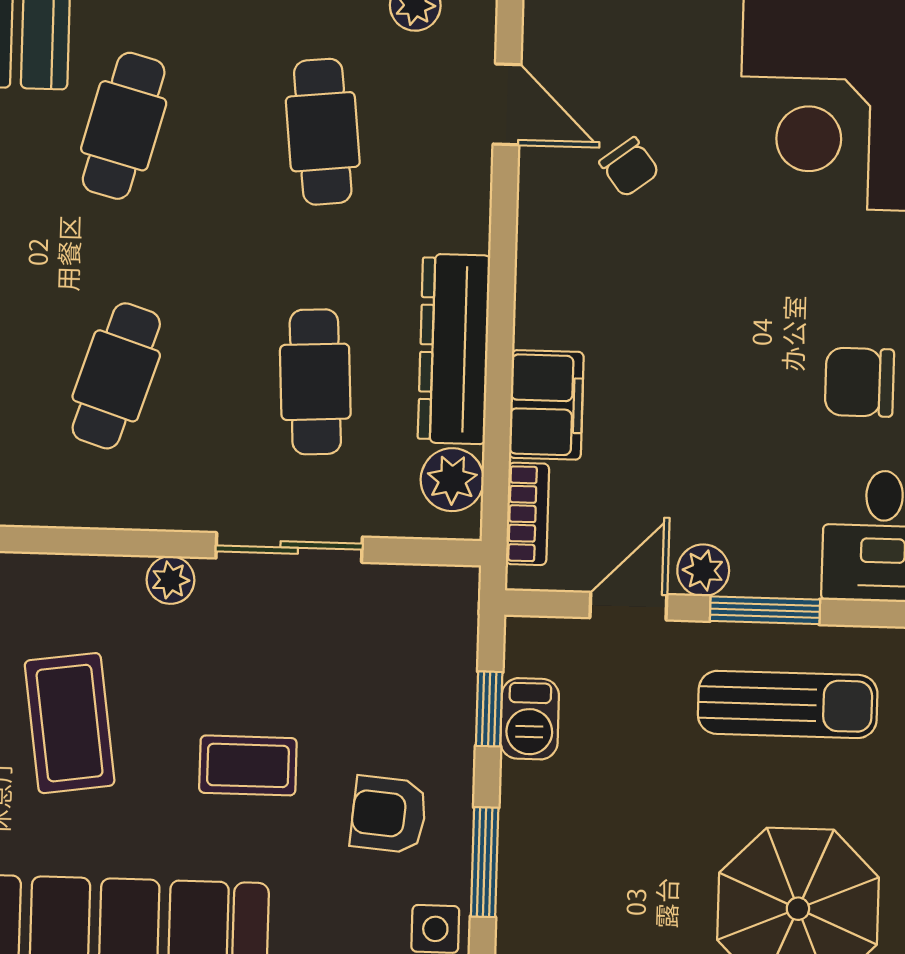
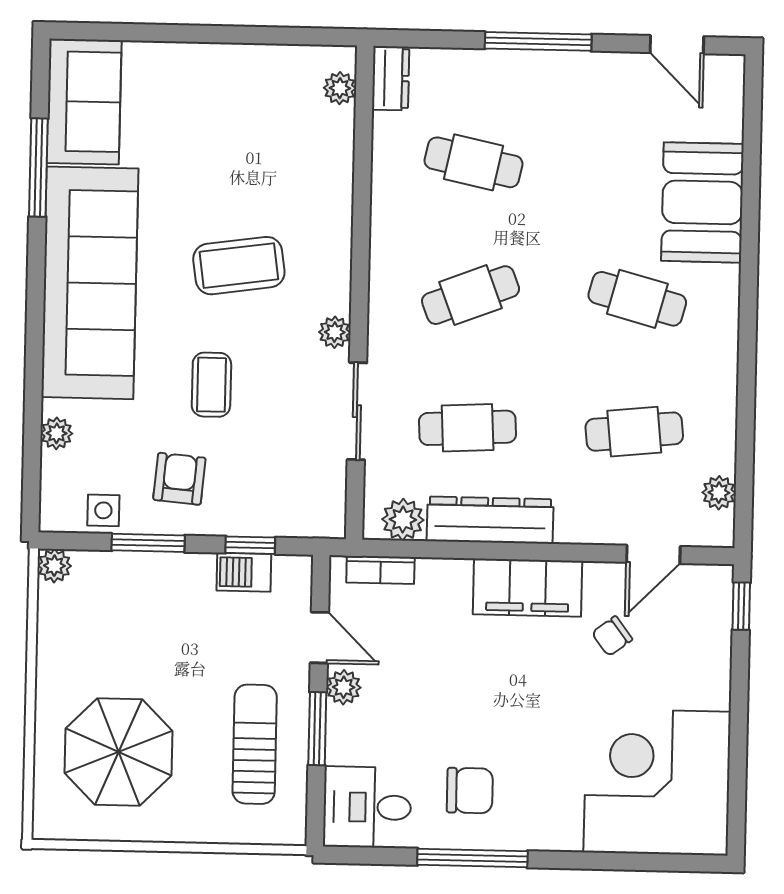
cafe table: (116, 376) -> (471, 295), turned -39
chair: (859, 382) -> (470, 791), turned 90
filing cabinet: (546, 405) -> (528, 588), moved, width x1.50, depth x1.17
sun lounger: (788, 704) -> (255, 744), turned 180

